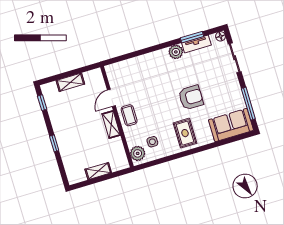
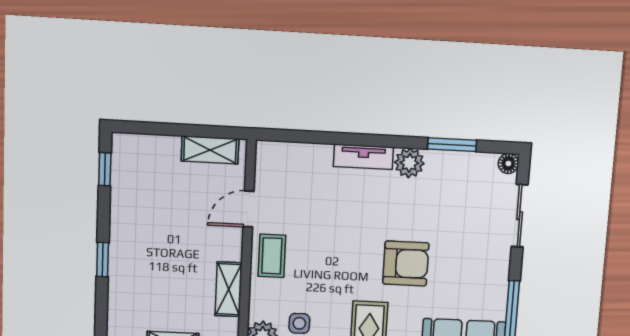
tv unit: (196, 44) -> (363, 157), moved
shelving: (70, 82) -> (210, 150), moved
shelving: (111, 124) -> (229, 289), moved

